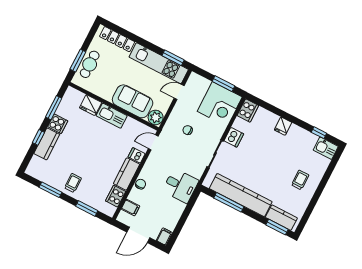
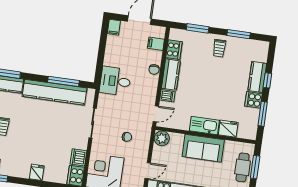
sofa: (133, 101) -> (203, 148), moved
dishwasher: (234, 137) -> (78, 157), moved

